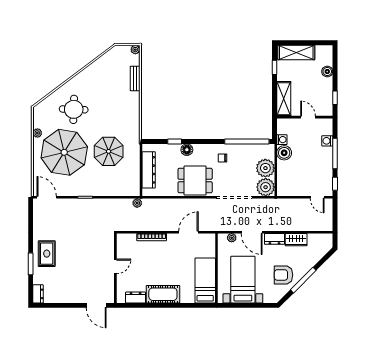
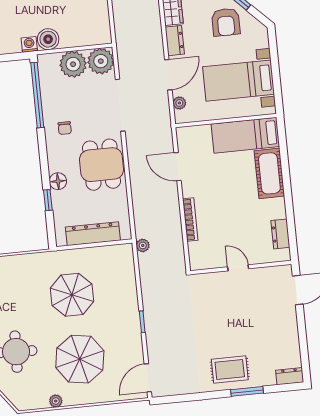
parasol: (64, 152) -> (80, 359), width x0.73, depth x0.73
cot: (163, 294) -> (269, 173), moved

